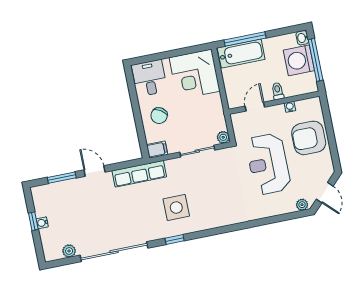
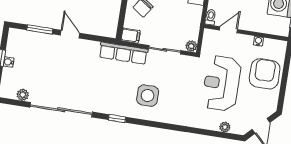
toilet: (278, 91) -> (211, 17), moved
armchair: (309, 138) -> (265, 74), turned 90
row of seats: (139, 174) -> (123, 53), moved
plant: (302, 205) -> (225, 127), moved
side table: (176, 207) -> (148, 96), moved

